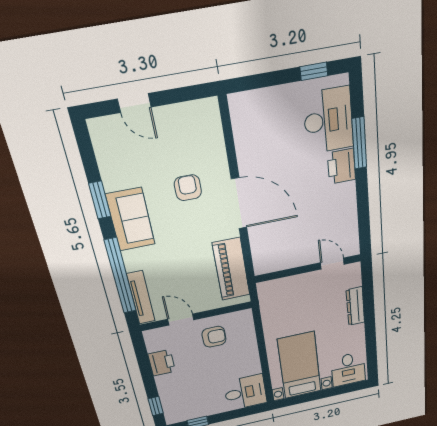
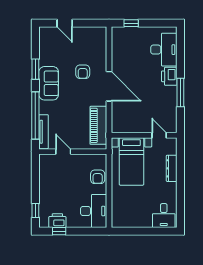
window: (314, 71) -> (131, 23), moved
window: (359, 143) -> (180, 93), moved
armchair: (188, 188) -> (83, 72), turned 180
armchair: (214, 337) -> (98, 177), moved, turned 90
printer: (162, 363) -> (57, 221), moved, turned -90
bed with nightstands: (299, 365) -> (131, 161), moved, turned 180
desk: (245, 392) -> (94, 211), width x1.37

